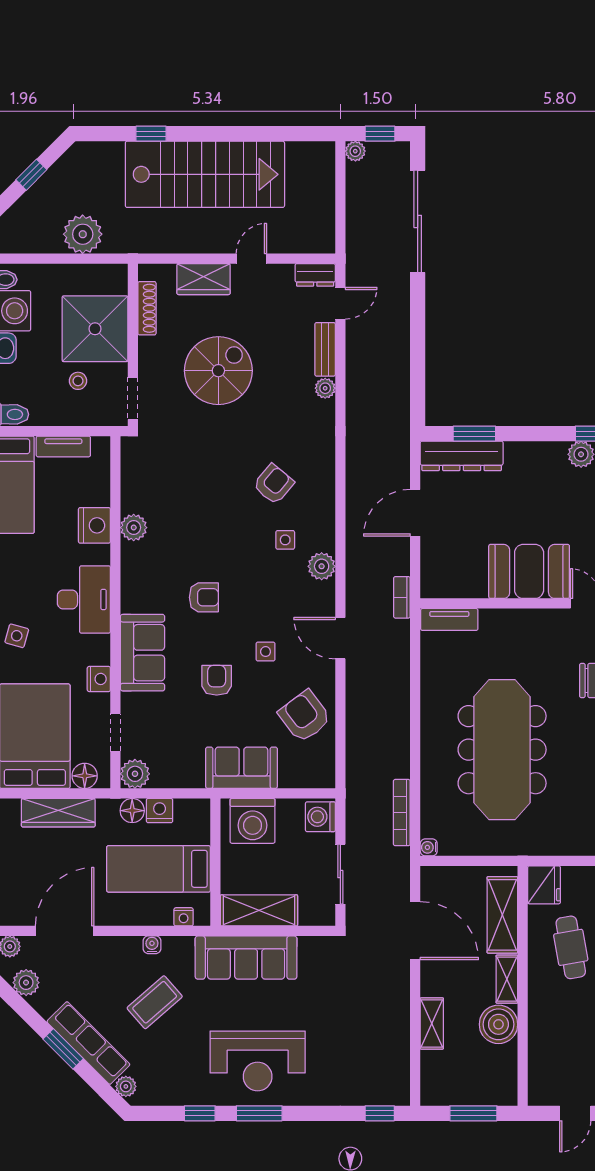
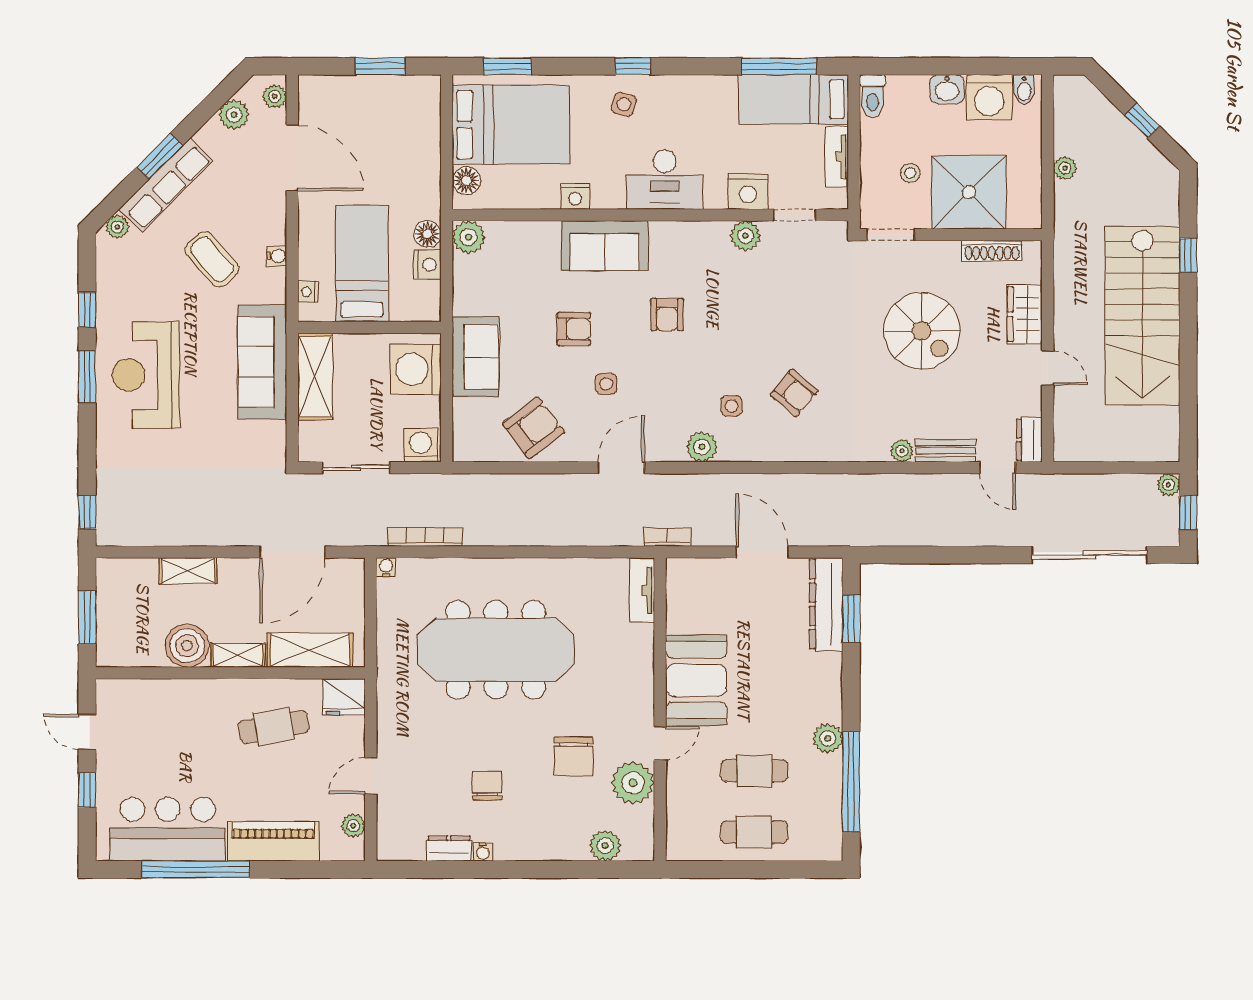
plant: (83, 234) -> (1065, 168), width x0.53, depth x0.53
doorway: (115, 732) -> (794, 215), moved
wardrobe: (58, 813) -> (425, 151), removed

